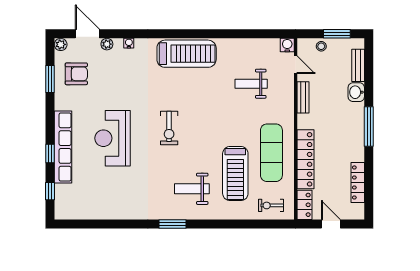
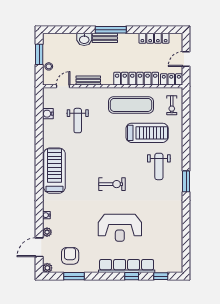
water cooler: (287, 45) -> (48, 114), moved
bench: (358, 65) -> (105, 38), moved

